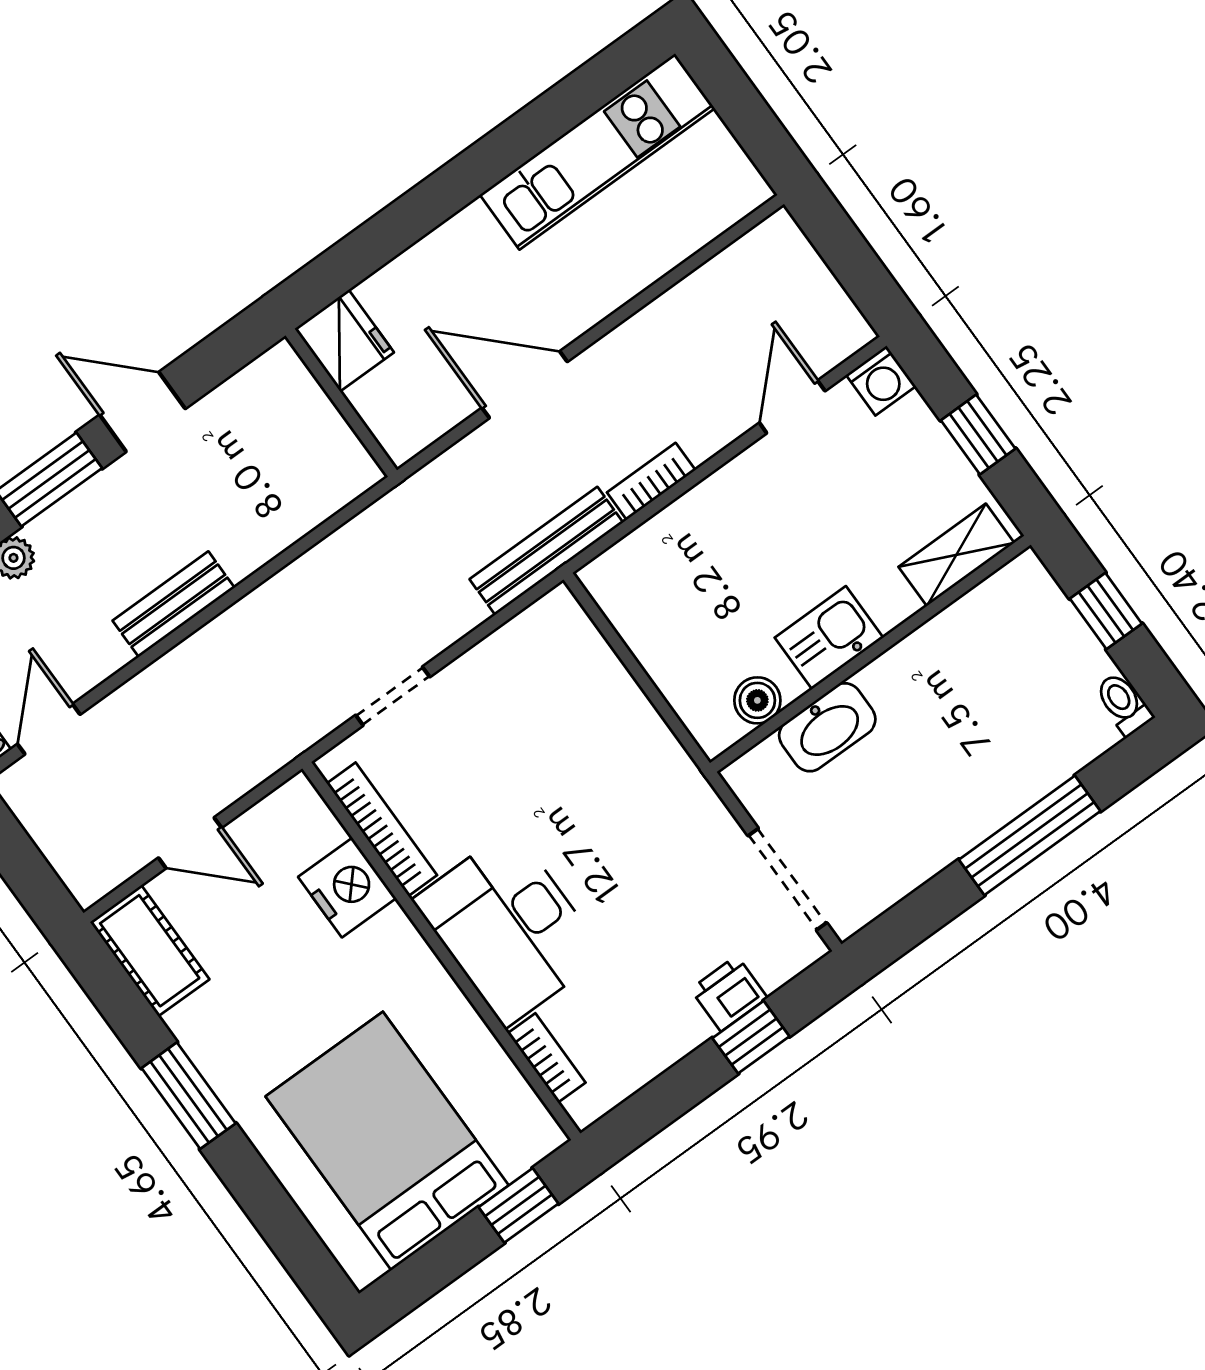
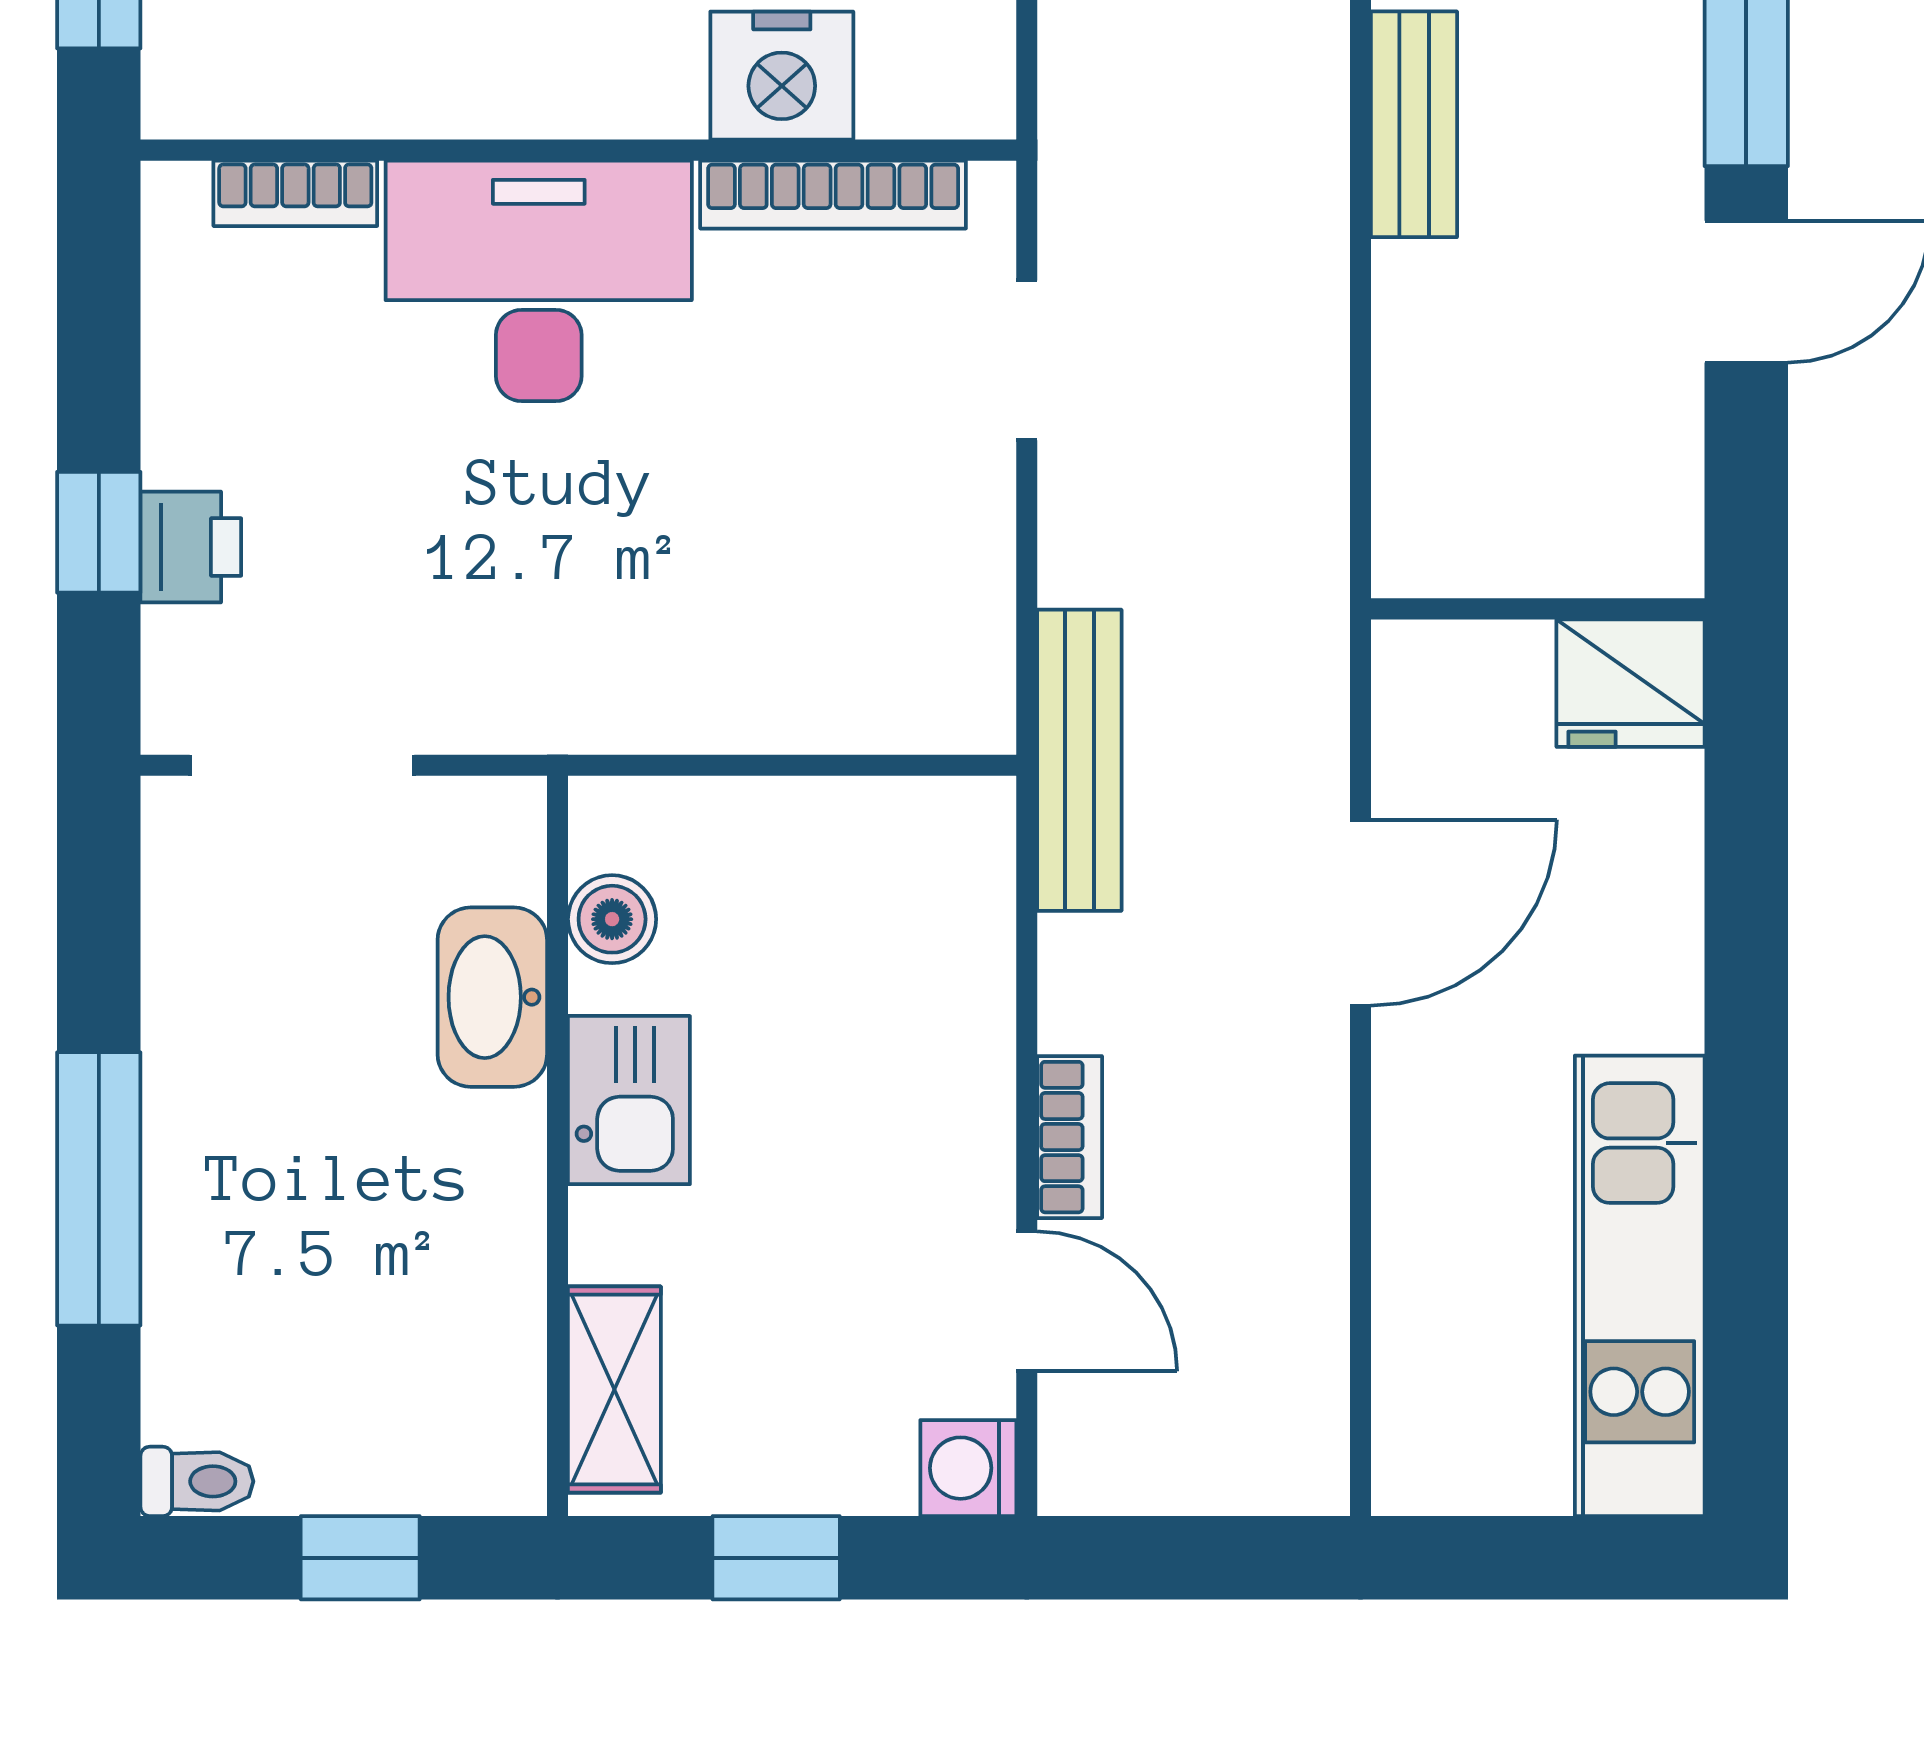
bookcase: (651, 481) -> (1070, 1137), moved

